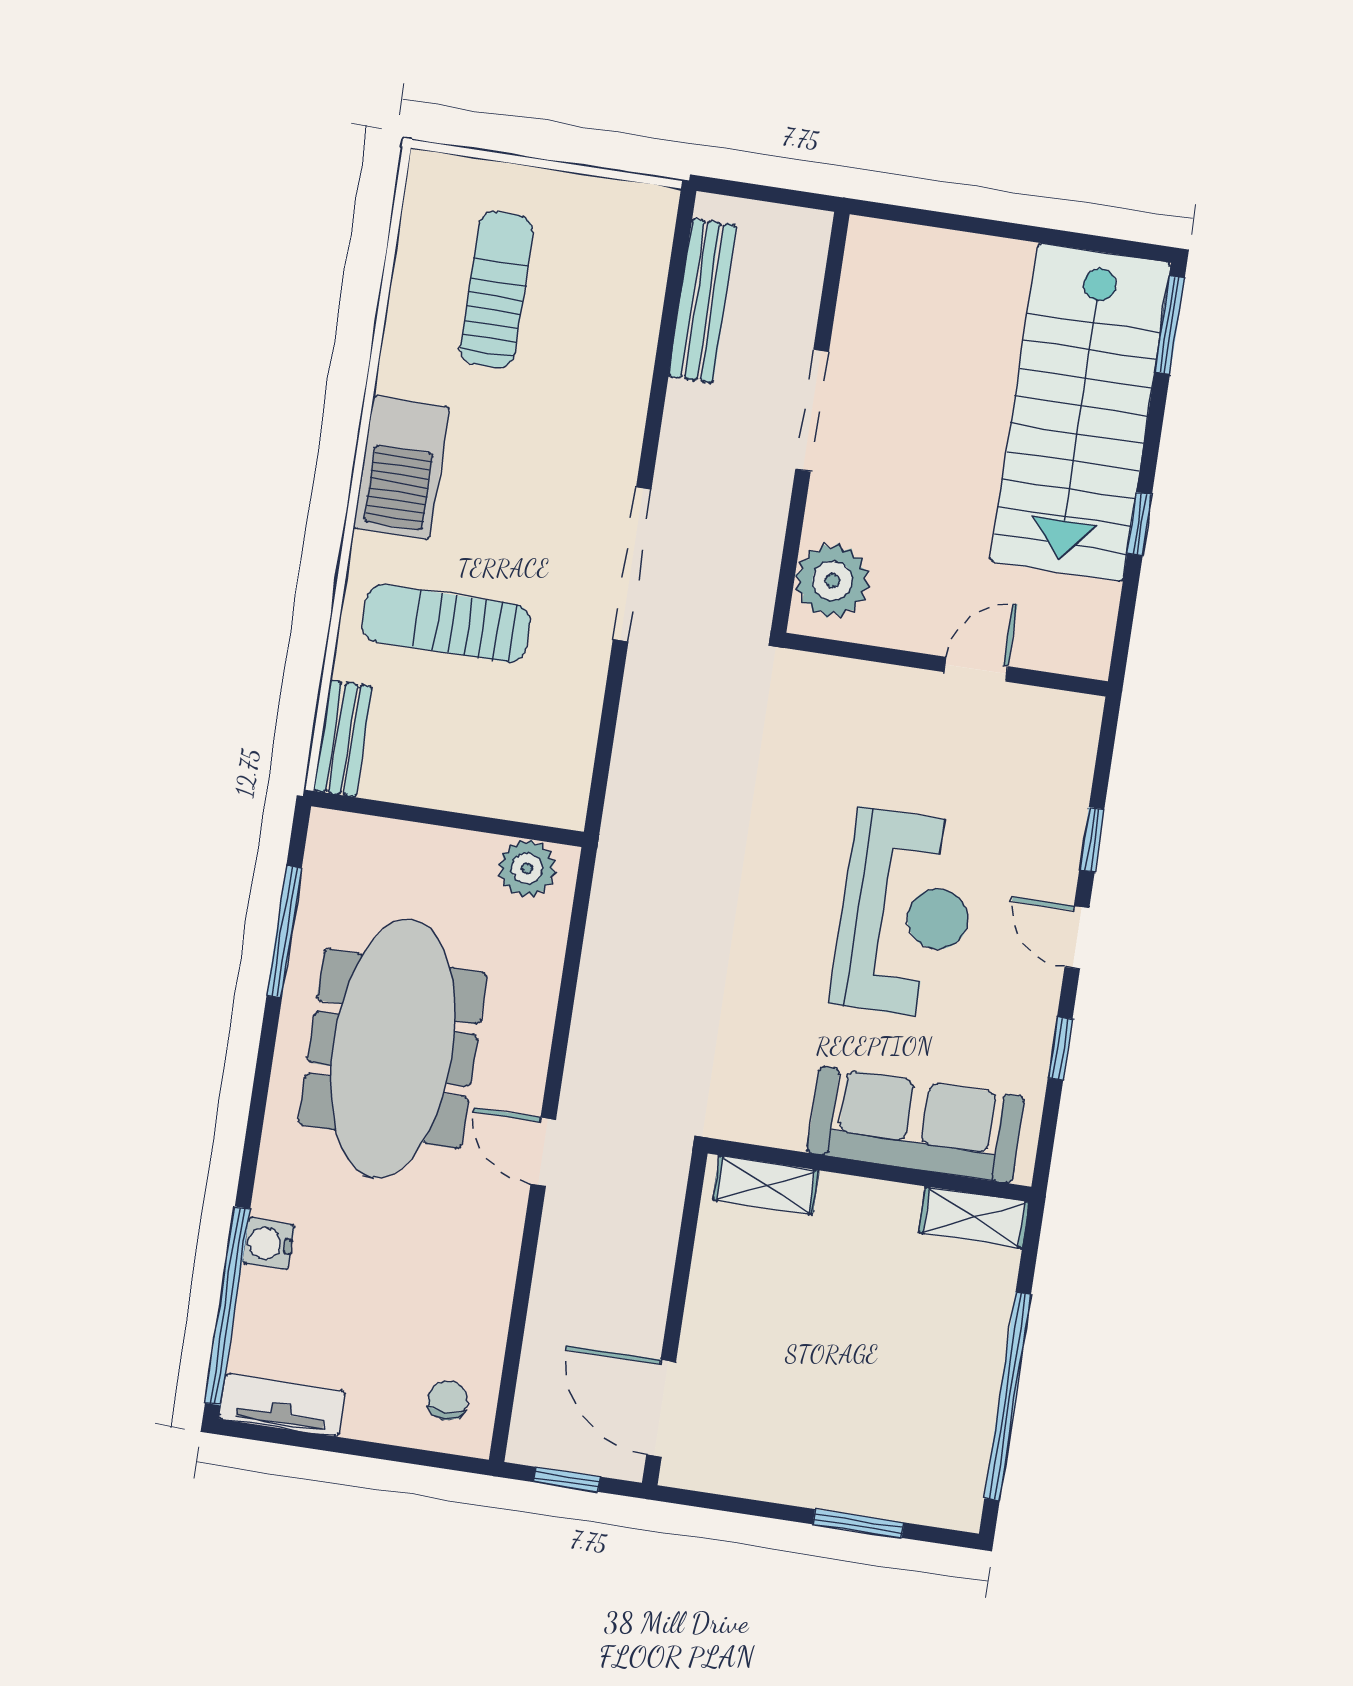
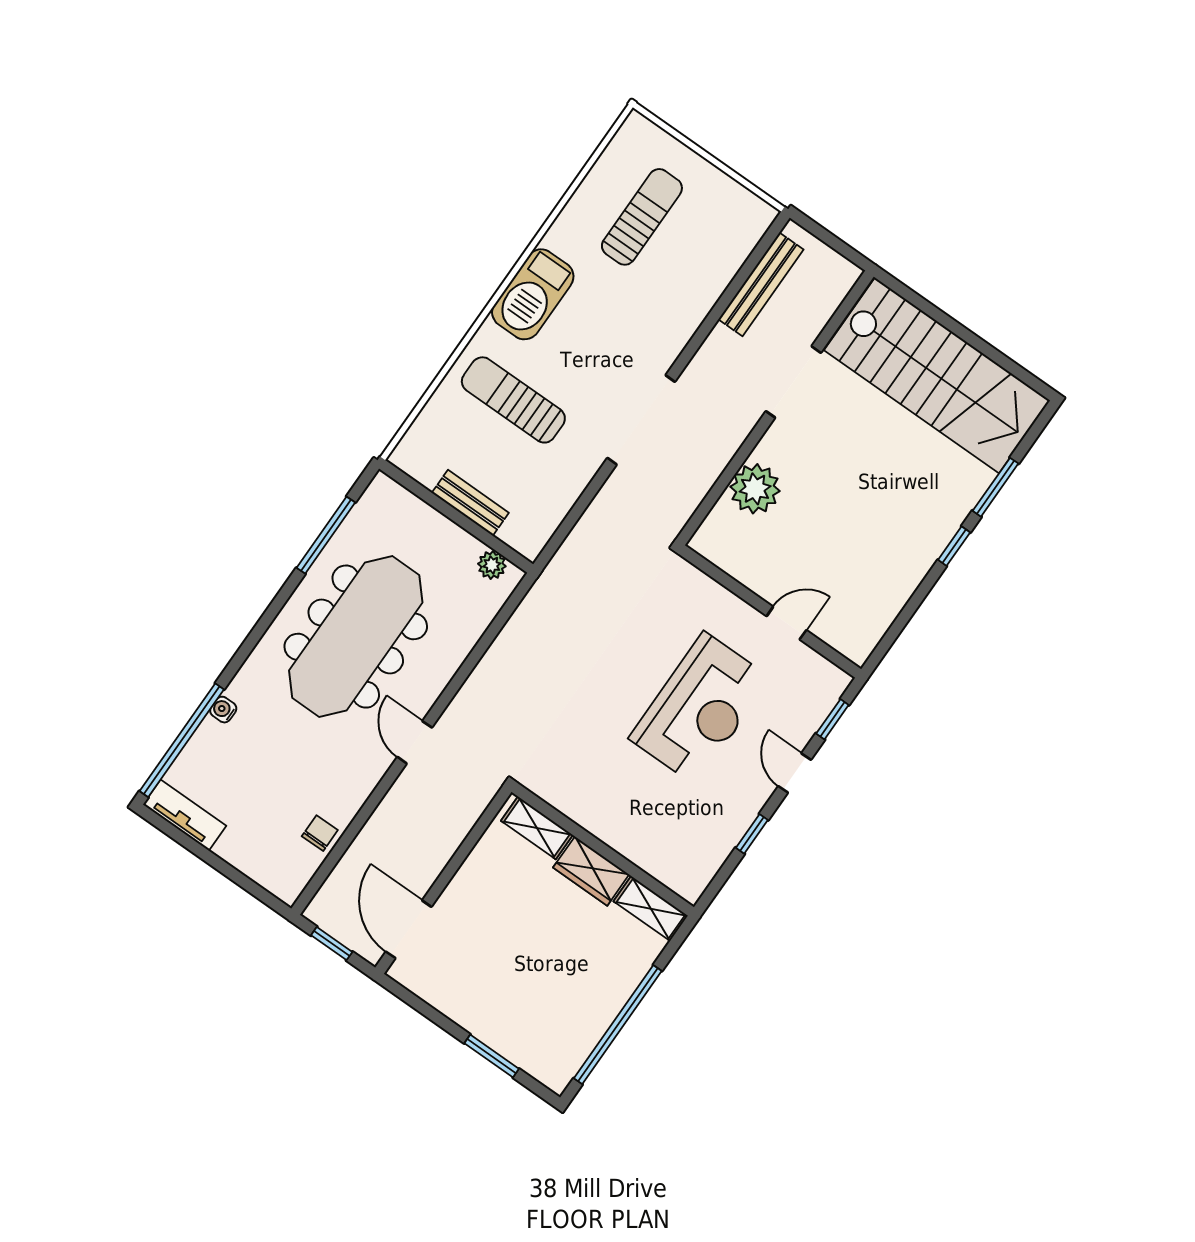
window: (1170, 325) -> (996, 487), moved
stairs: (1081, 412) -> (937, 375), moved, turned -90
wall: (946, 665) -> (770, 612), moved
door: (976, 669) -> (786, 623), moved
bench: (343, 739) -> (470, 503), moved, turned 90
plant: (527, 868) -> (492, 565), width x0.73, depth x0.73
sofa: (916, 1125) -> (644, 836), removed
wardrobe: (868, 1207) -> (591, 871), added
water cooler: (268, 1244) -> (223, 710), width x0.72, depth x0.72
chair: (448, 1400) -> (320, 833), moved

